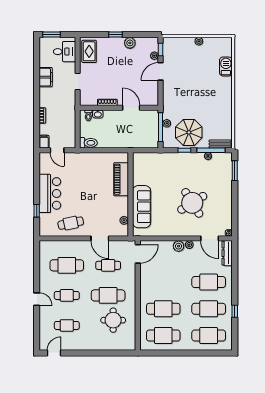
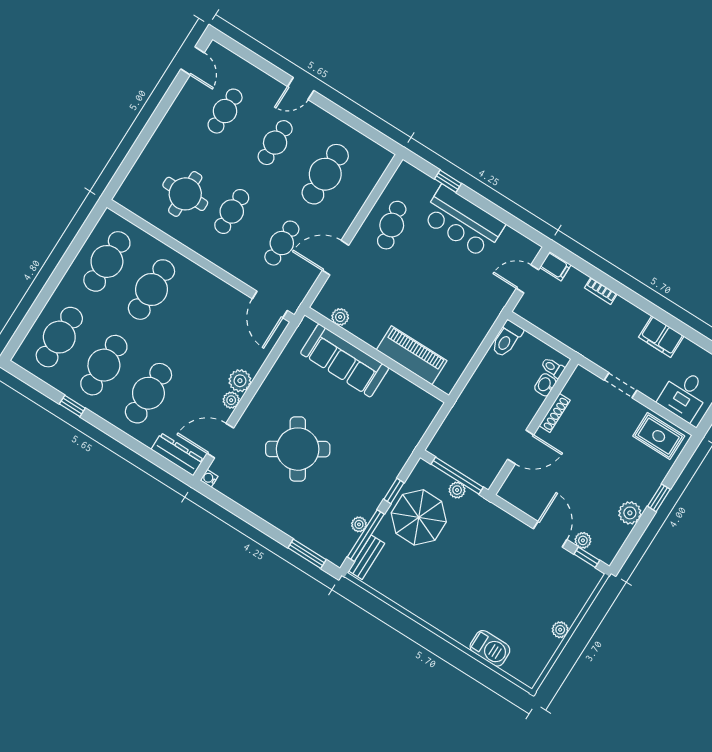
cafe table: (108, 295) -> (232, 212), width x0.73, depth x0.74

